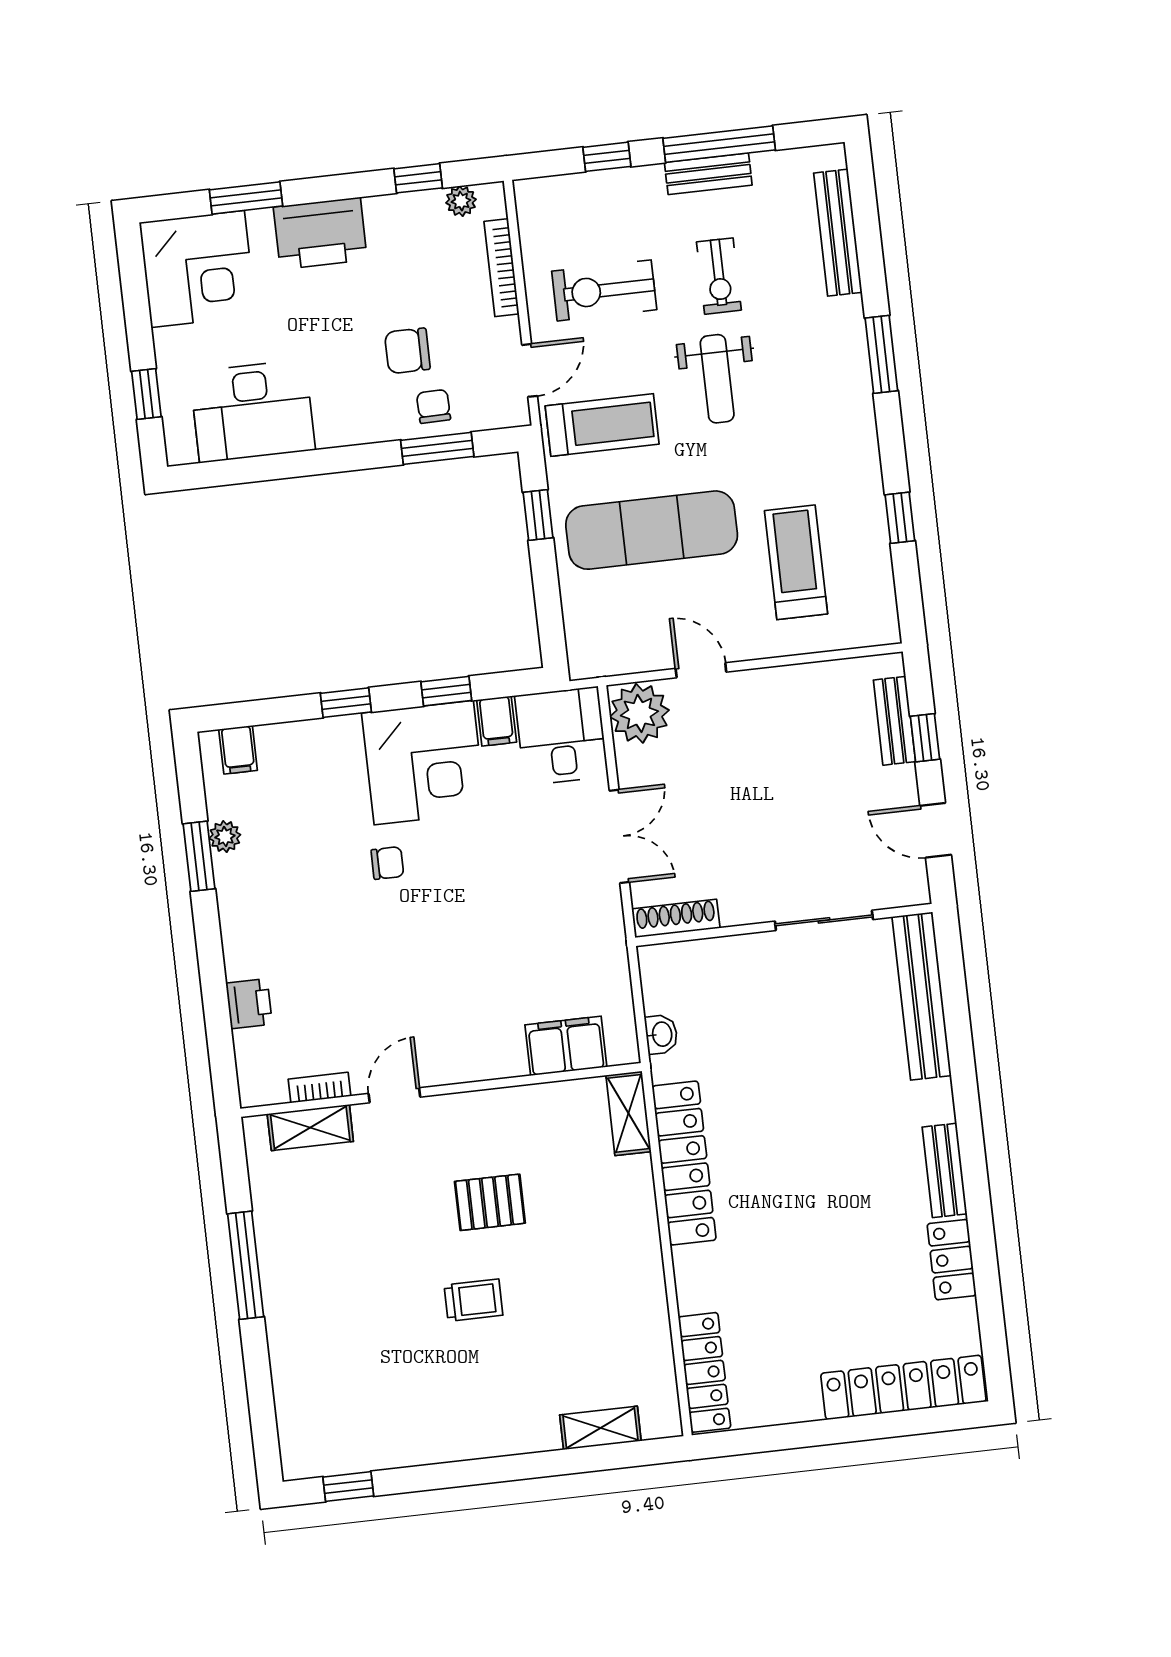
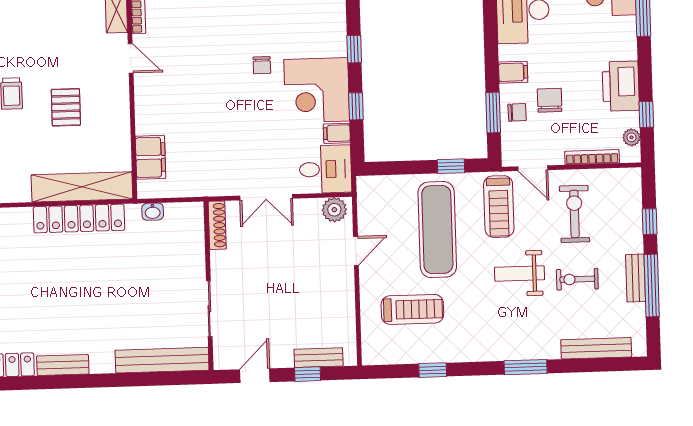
printer: (320, 233) -> (621, 86), moved
filing cabinet: (363, 419) -> (513, 72), added
plant: (639, 713) -> (334, 210), width x0.73, depth x0.73
shelving: (628, 1113) -> (82, 187), width x2.20, depth x1.33

